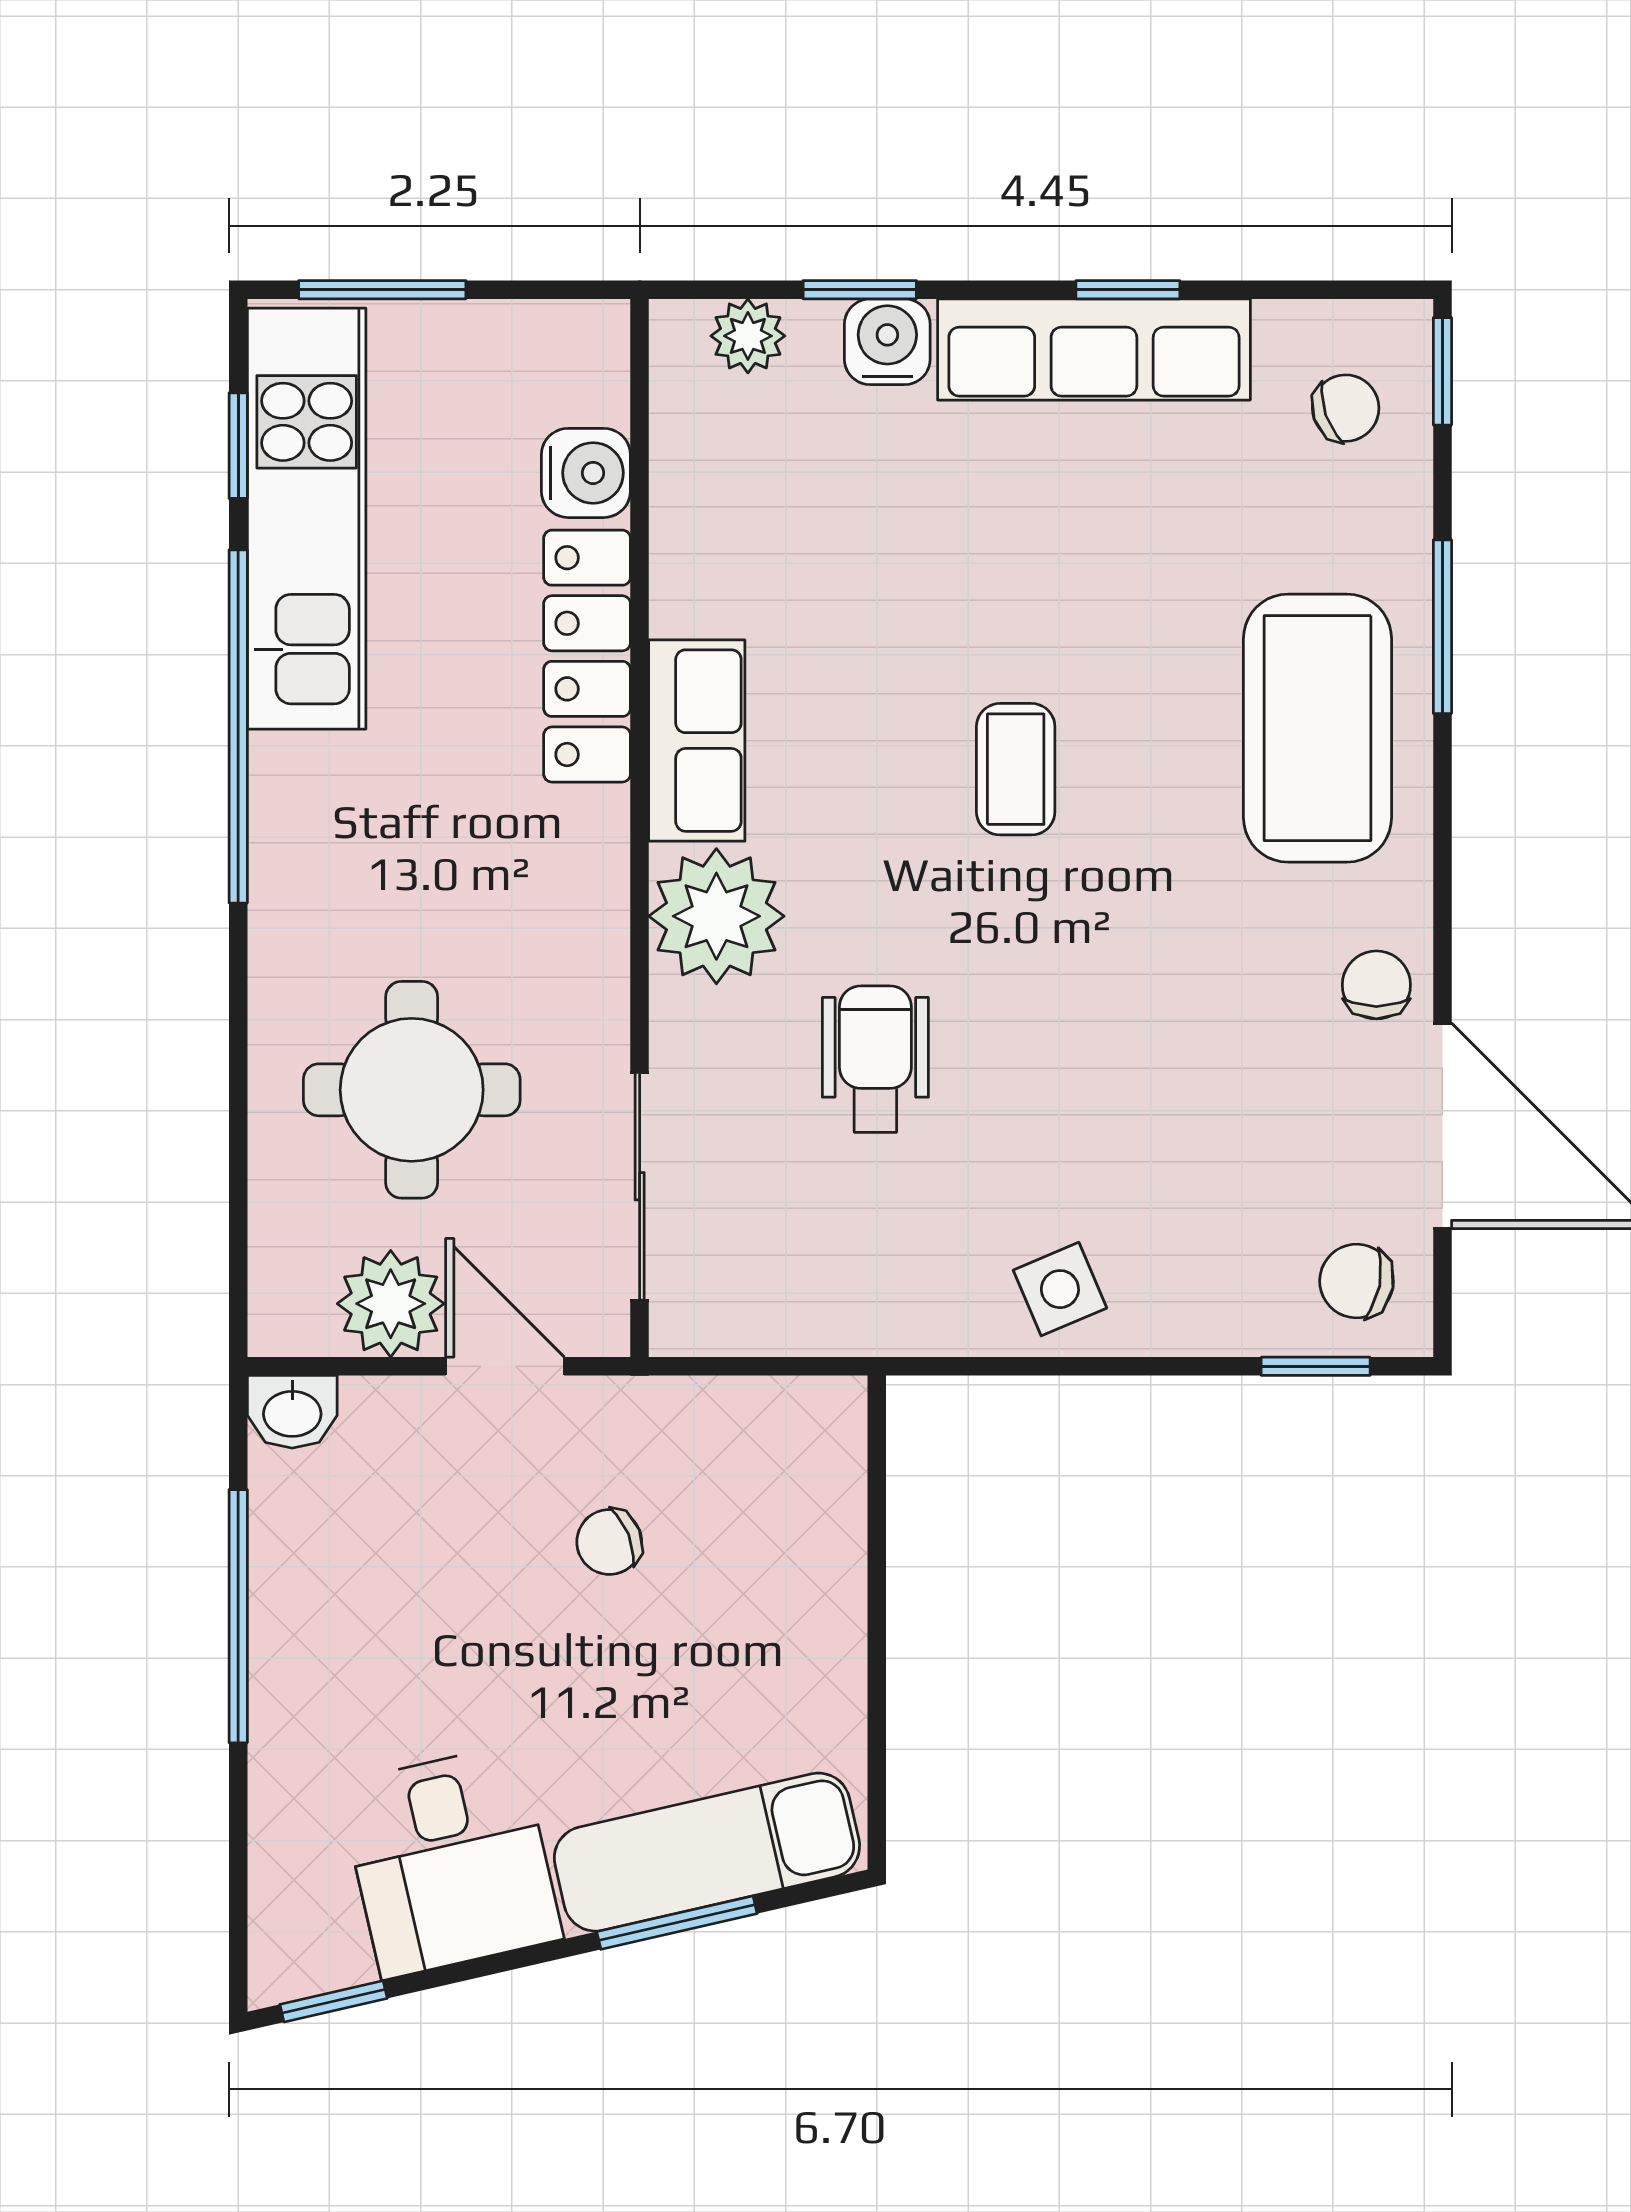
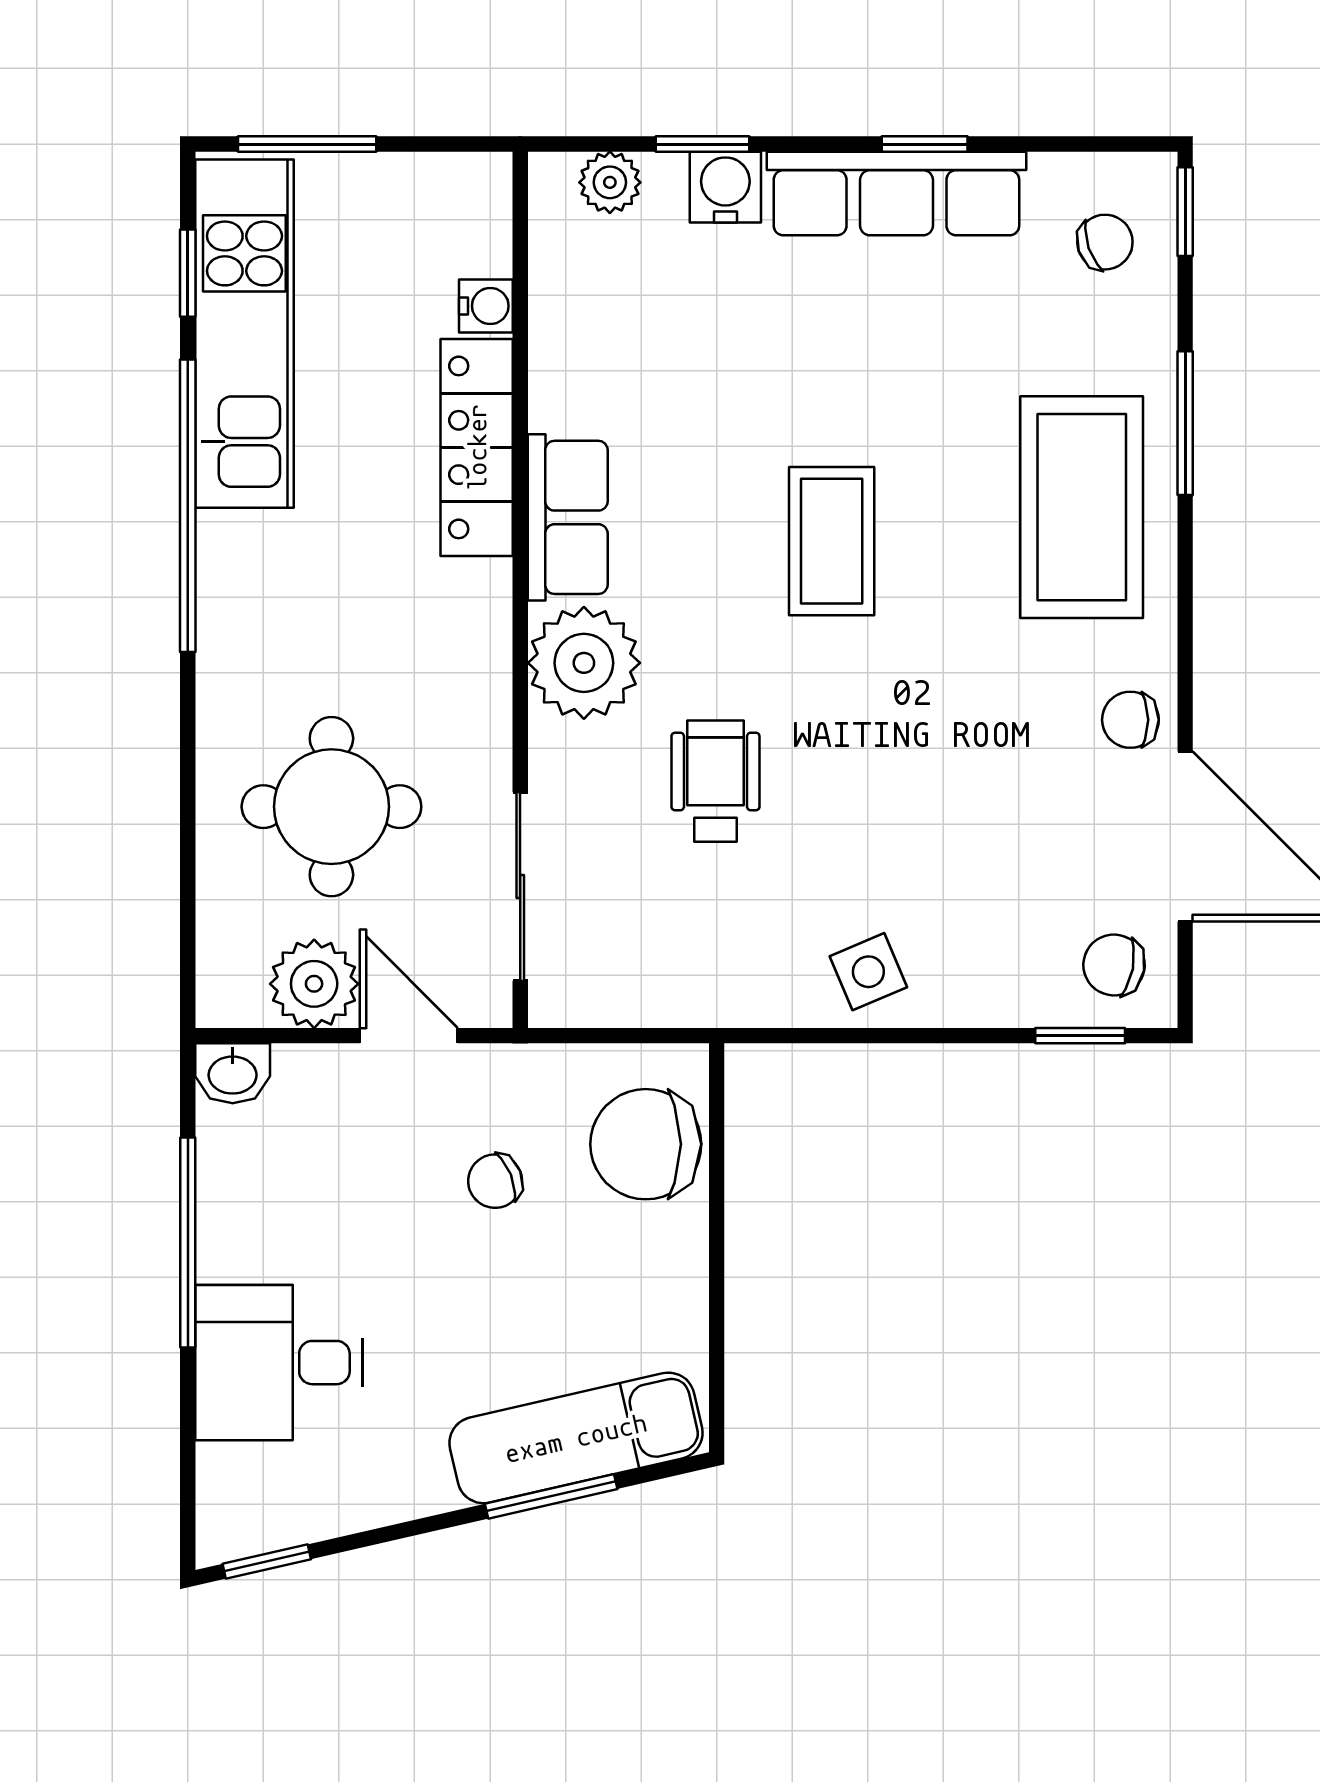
water cooler: (586, 473) -> (486, 306), width x0.72, depth x0.72
coffee table: (1016, 769) -> (832, 541), width x1.36, depth x1.30
chair: (1376, 985) -> (1130, 720), turned -90
chair: (791, 1497) -> (646, 1144), added
desk: (450, 1861) -> (279, 1363), moved, turned 103

